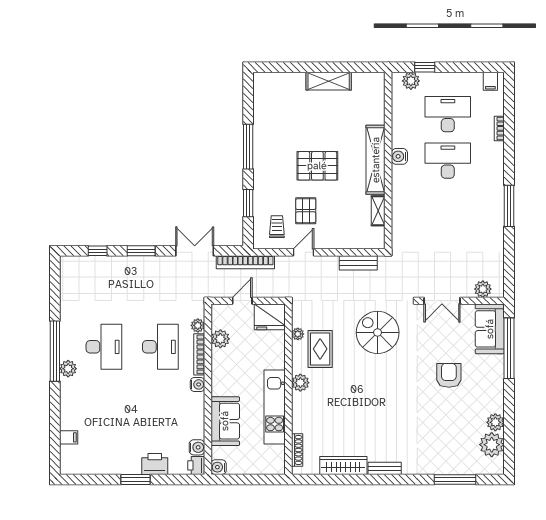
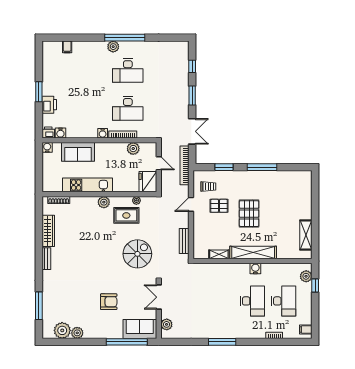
shelving: (329, 81) -> (306, 235), moved
door: (304, 252) -> (191, 204), swing flipped
plant: (198, 325) -> (142, 133), removed

